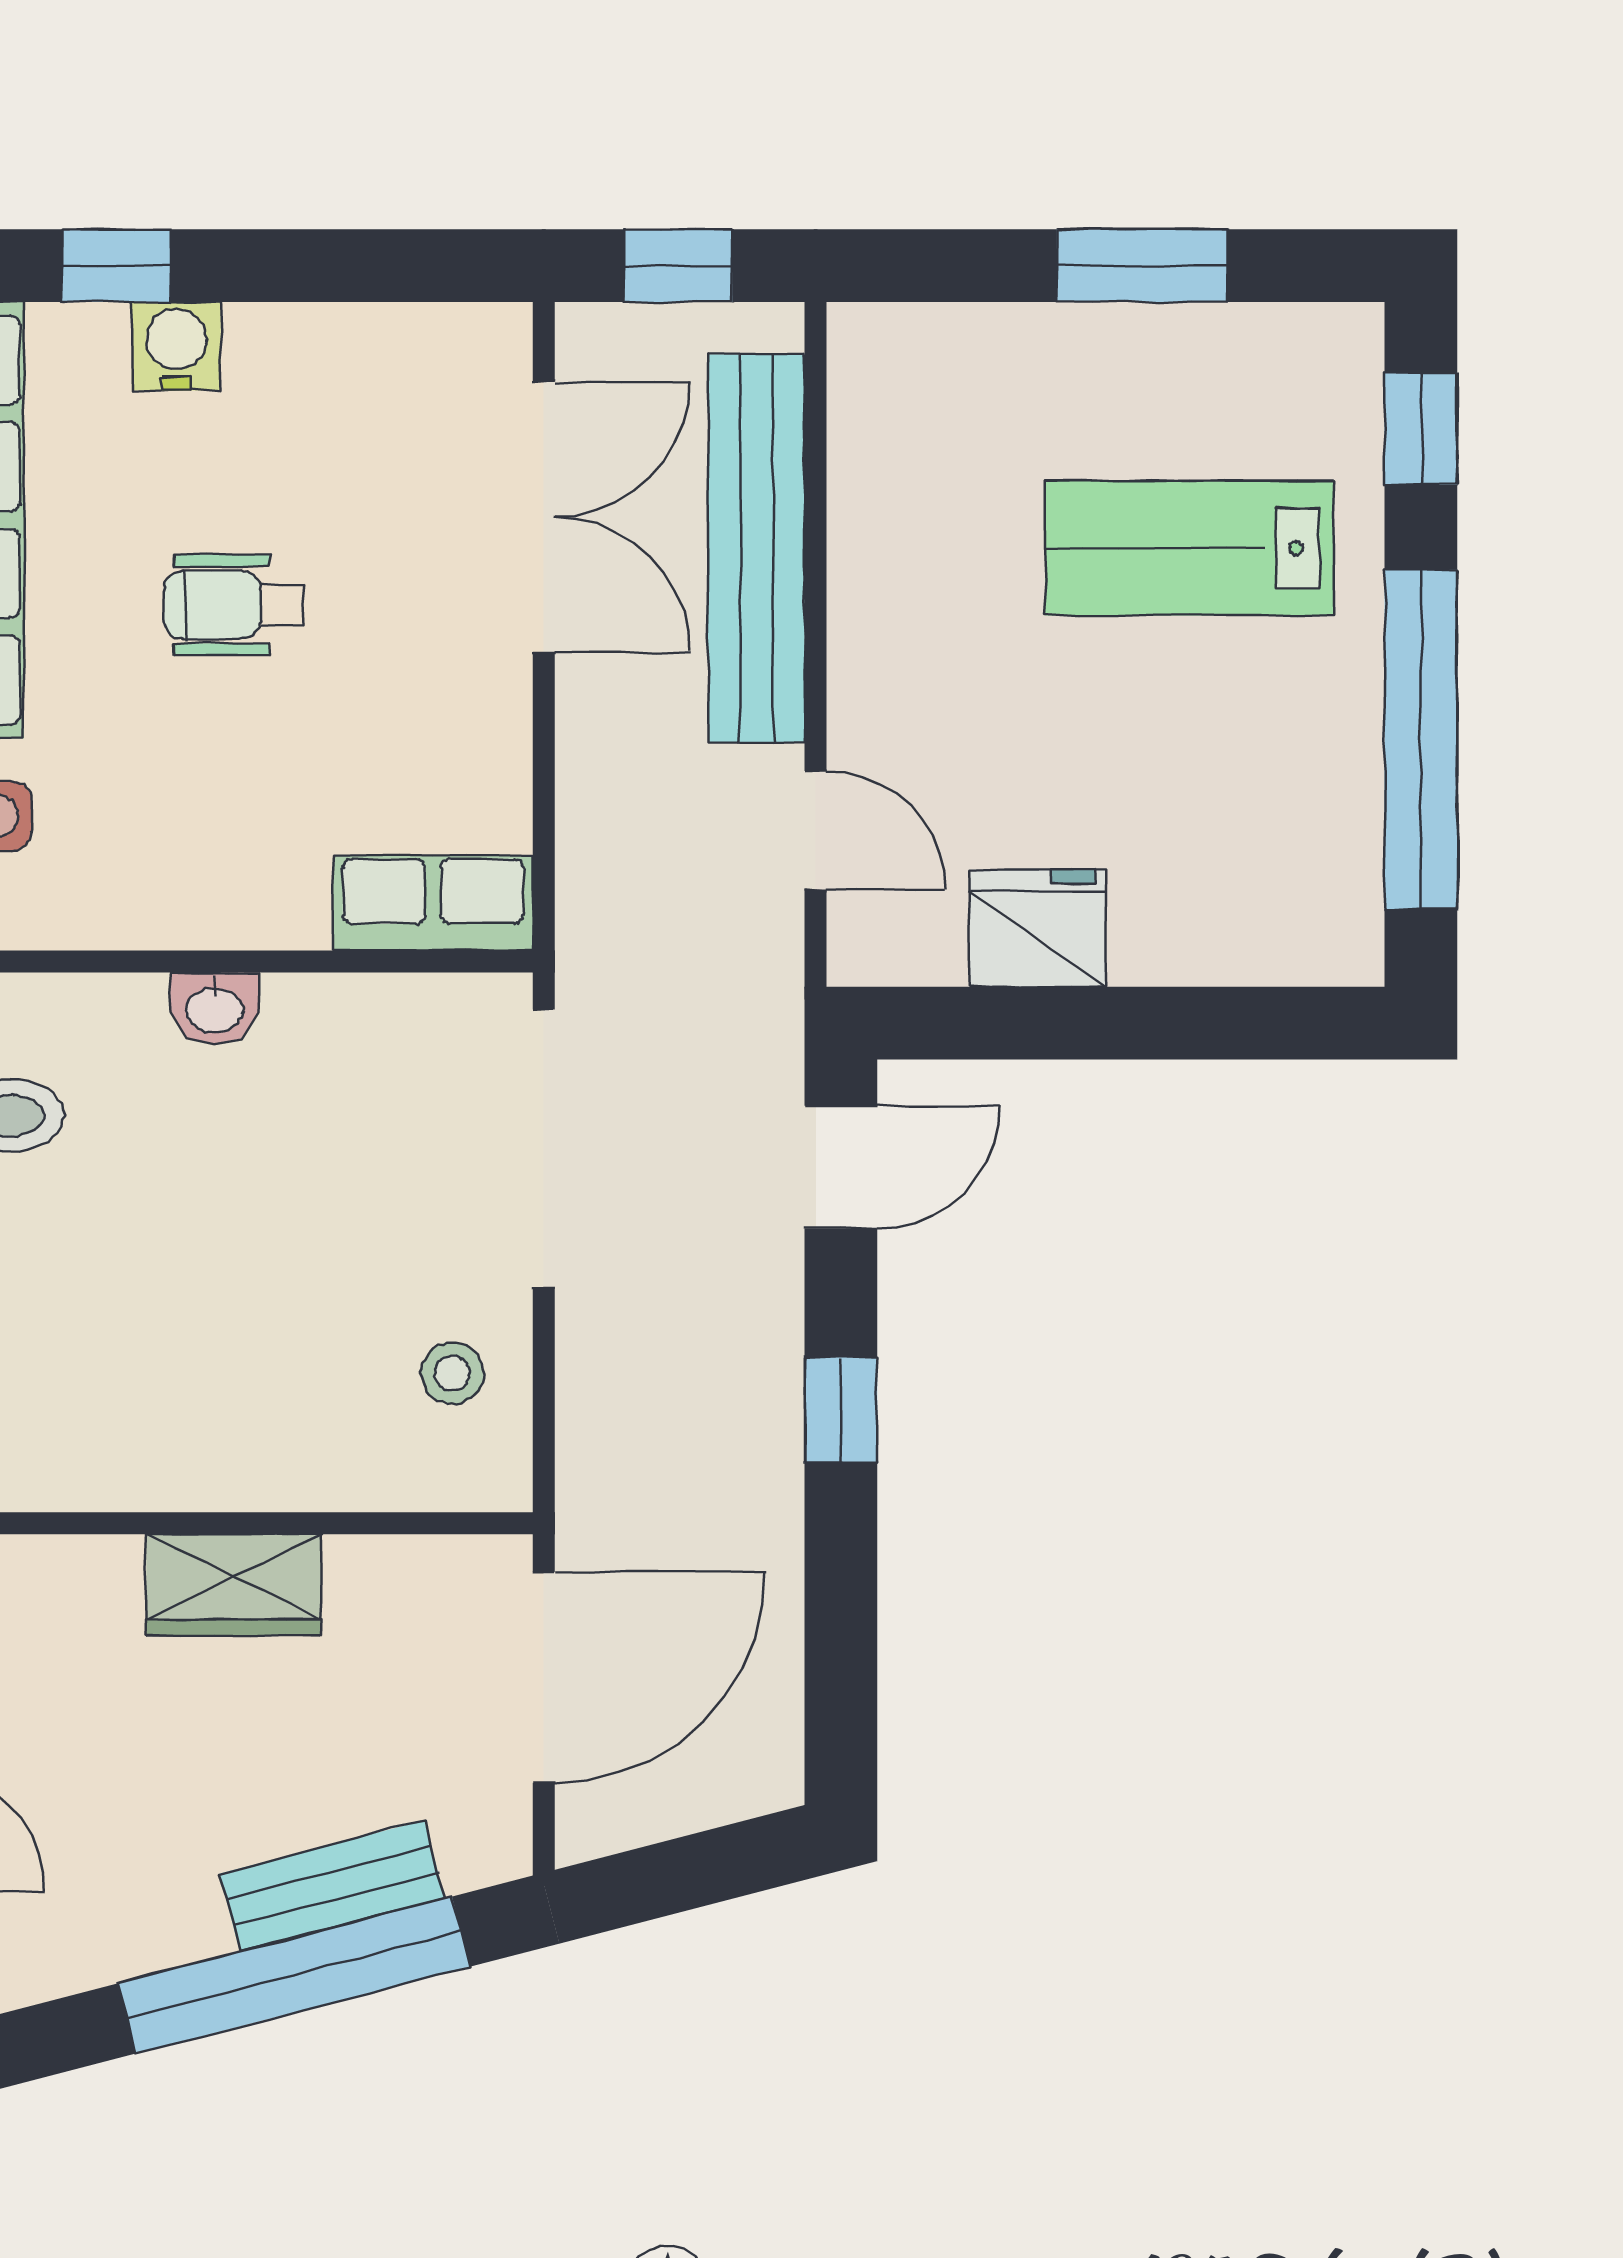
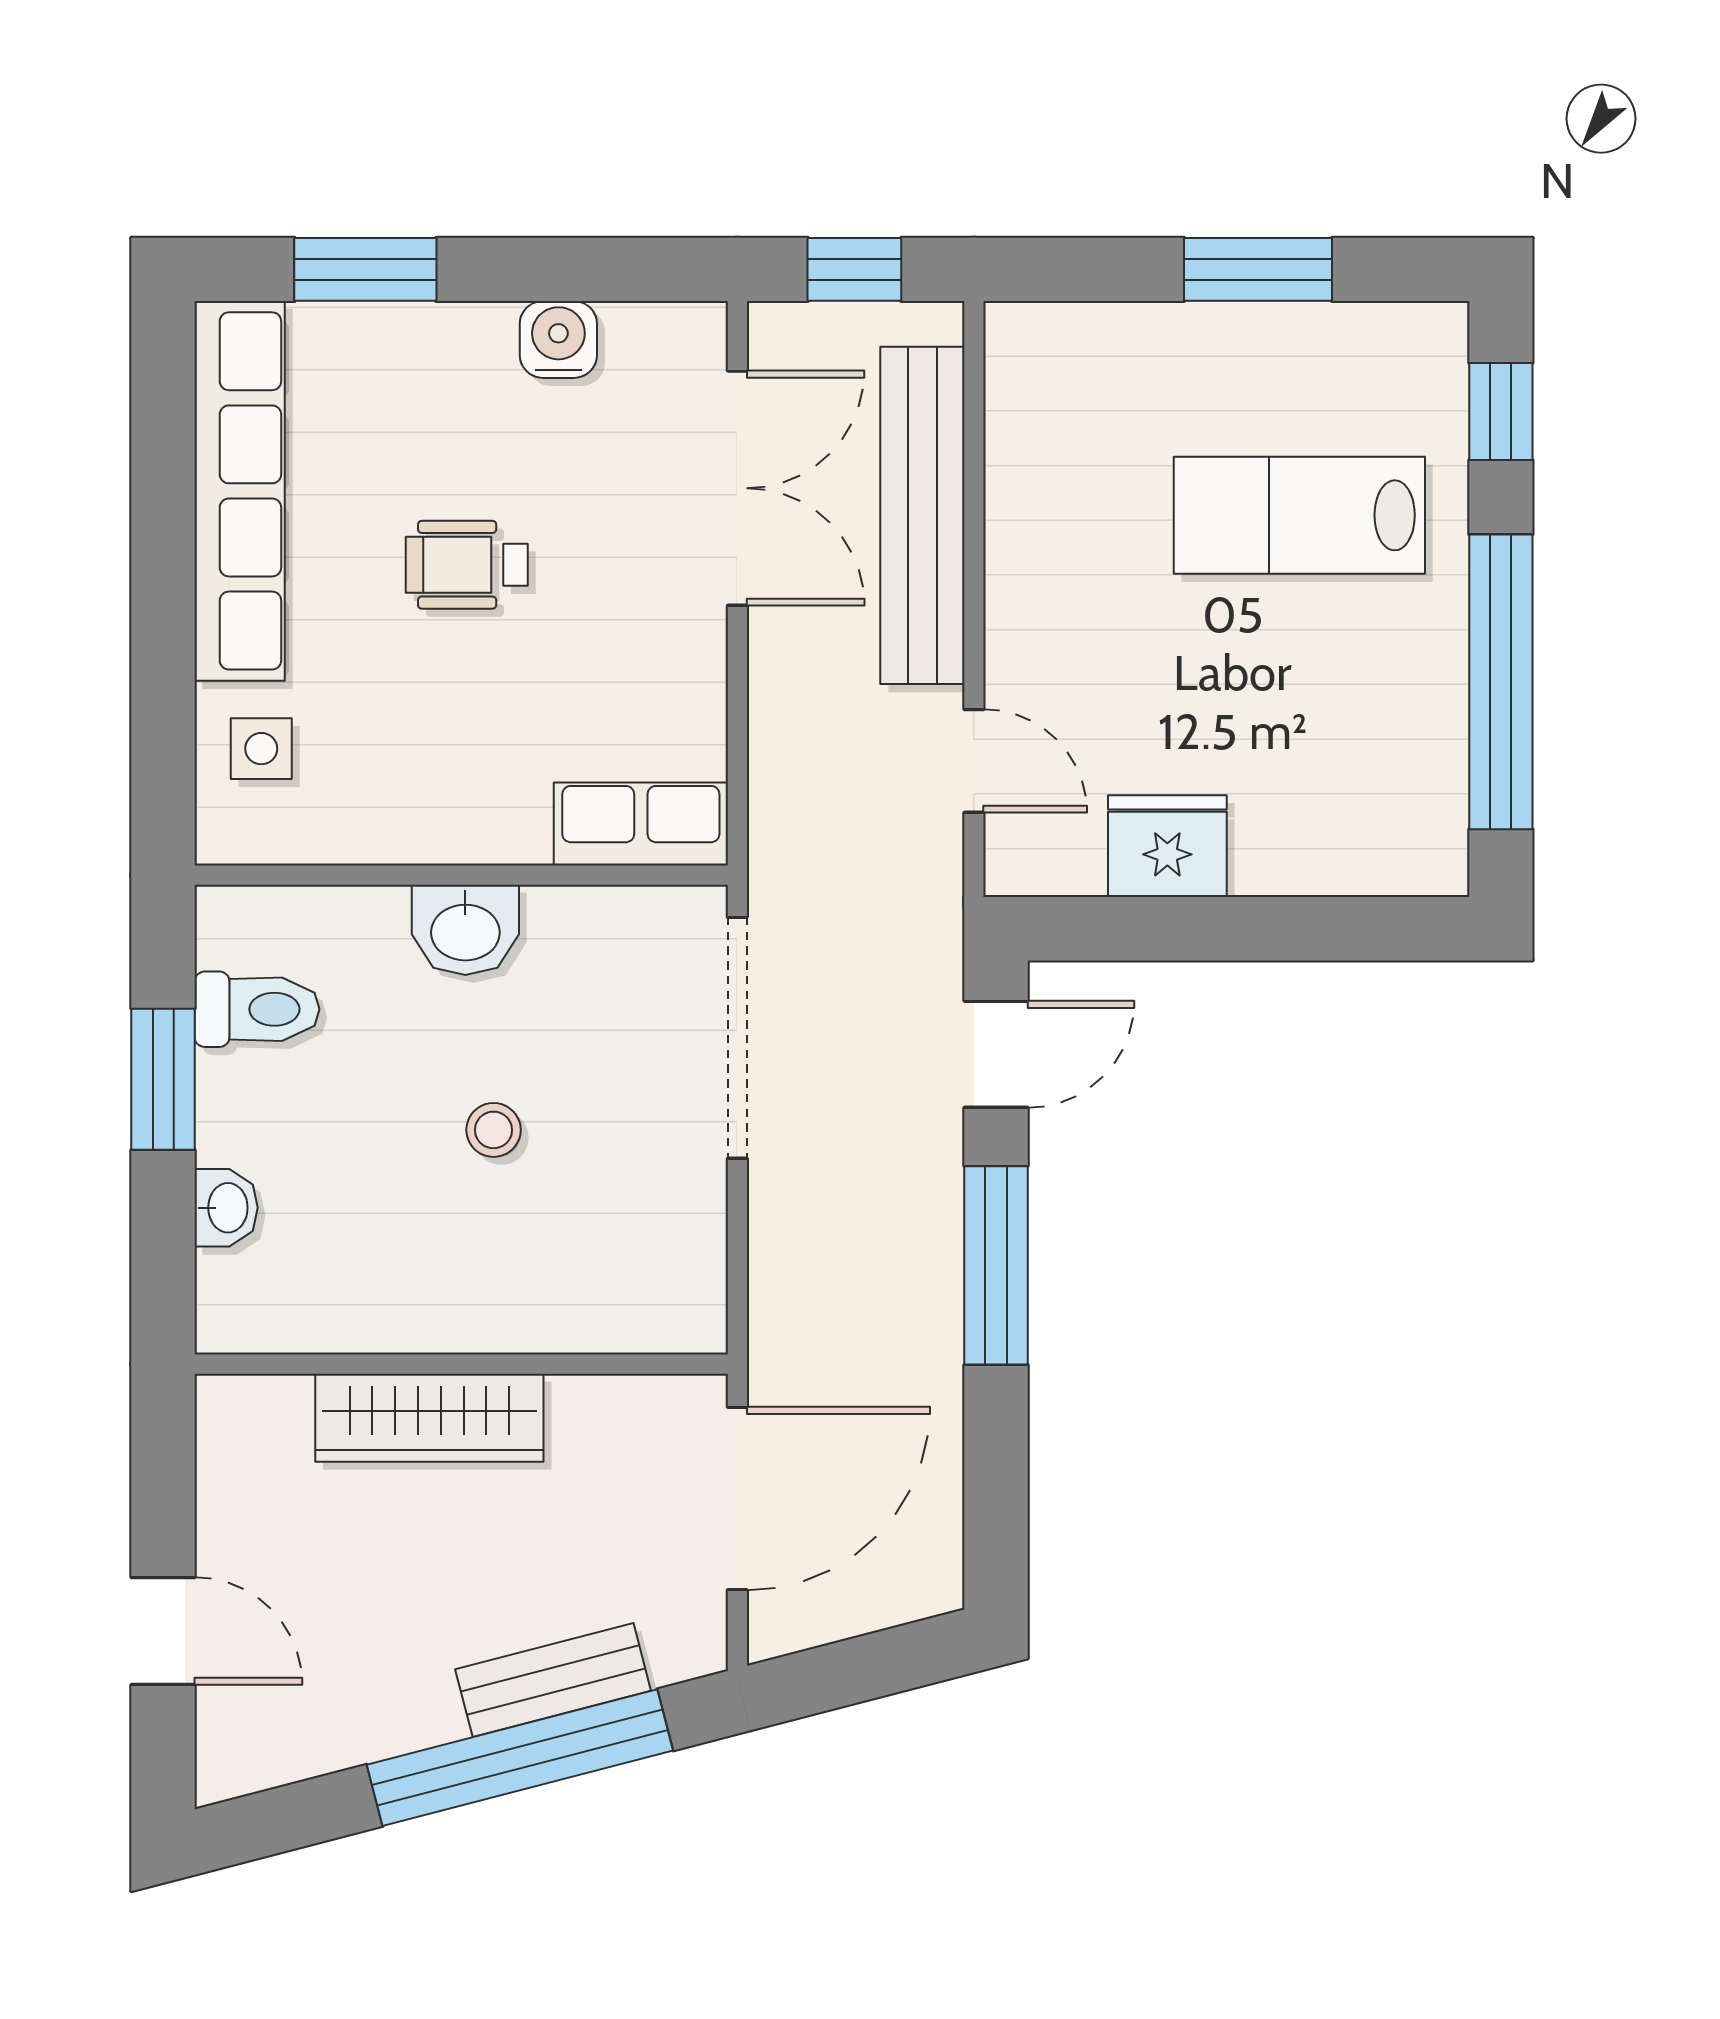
window: (117, 266) -> (365, 269), width x1.50
water cooler: (176, 346) -> (558, 339), moved
washbasin: (214, 1008) -> (465, 930), width x1.38, depth x1.45
stool: (452, 1373) -> (494, 1130), moved
window: (841, 1410) -> (996, 1265), width x2.17
wardrobe: (234, 1585) -> (429, 1418), width x1.50

